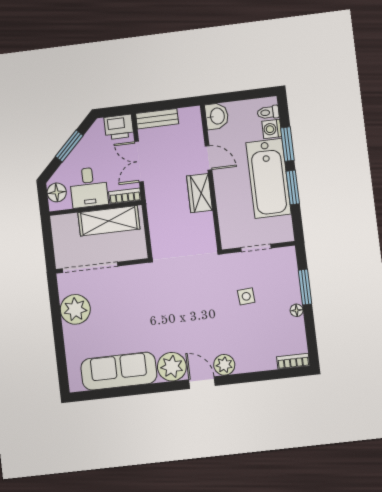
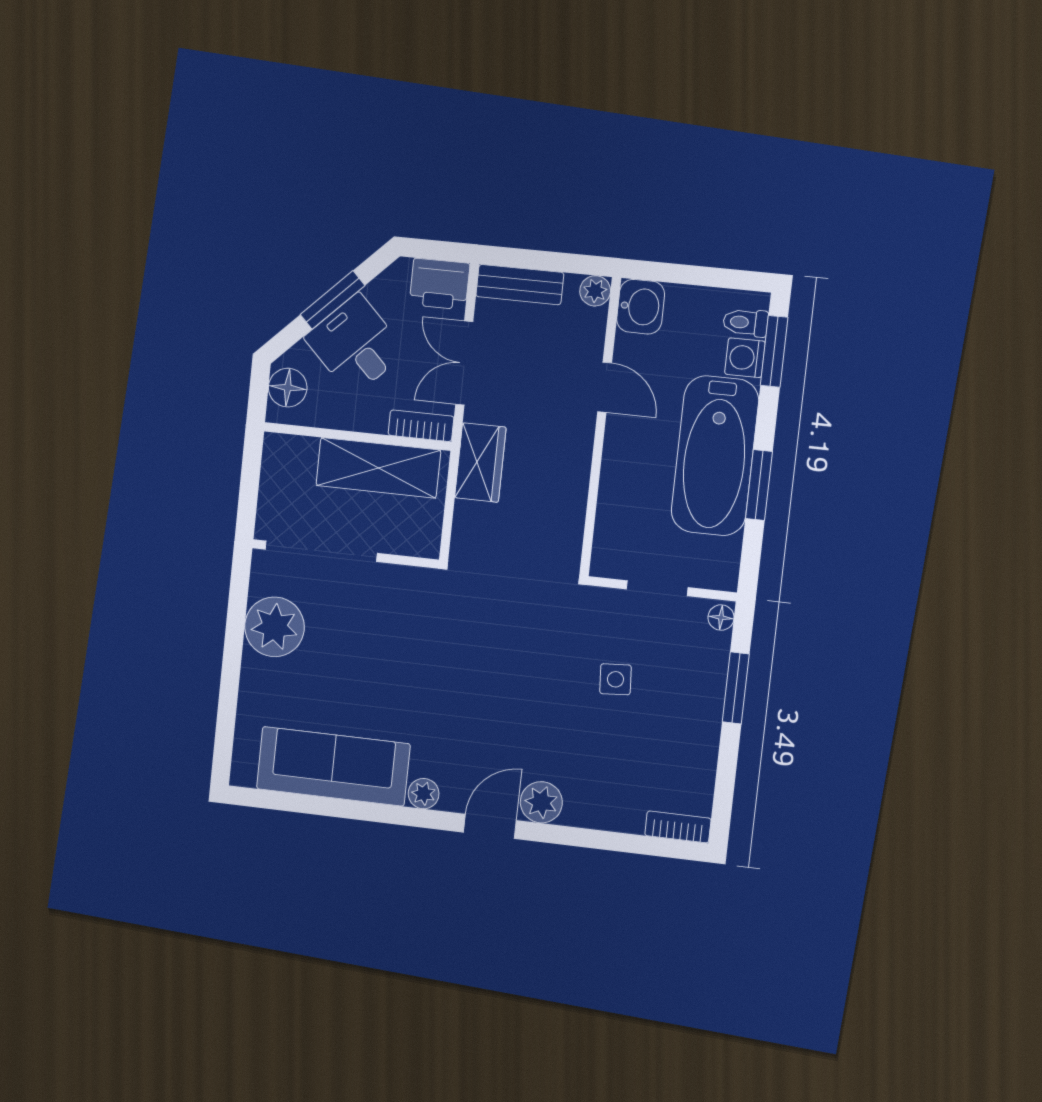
plant: (194, 114) -> (595, 291), added
window: (287, 144) -> (774, 351), moved
desk: (89, 187) -> (355, 345), moved, turned 135
wardrobe: (200, 193) -> (480, 462), moved, turned 180
floor lamp: (297, 310) -> (721, 618), moved
plant: (172, 367) -> (424, 794), width x0.53, depth x0.53
door: (202, 383) -> (490, 826), hinge flipped

